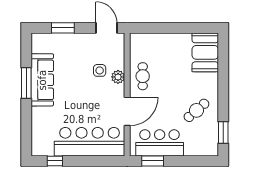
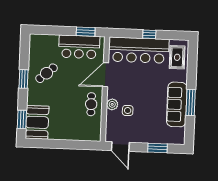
window: (223, 55) -> (22, 119), added
window: (223, 132) -> (23, 79), moved
rug: (44, 135) -> (177, 57), added
window: (55, 161) -> (149, 34), moved

